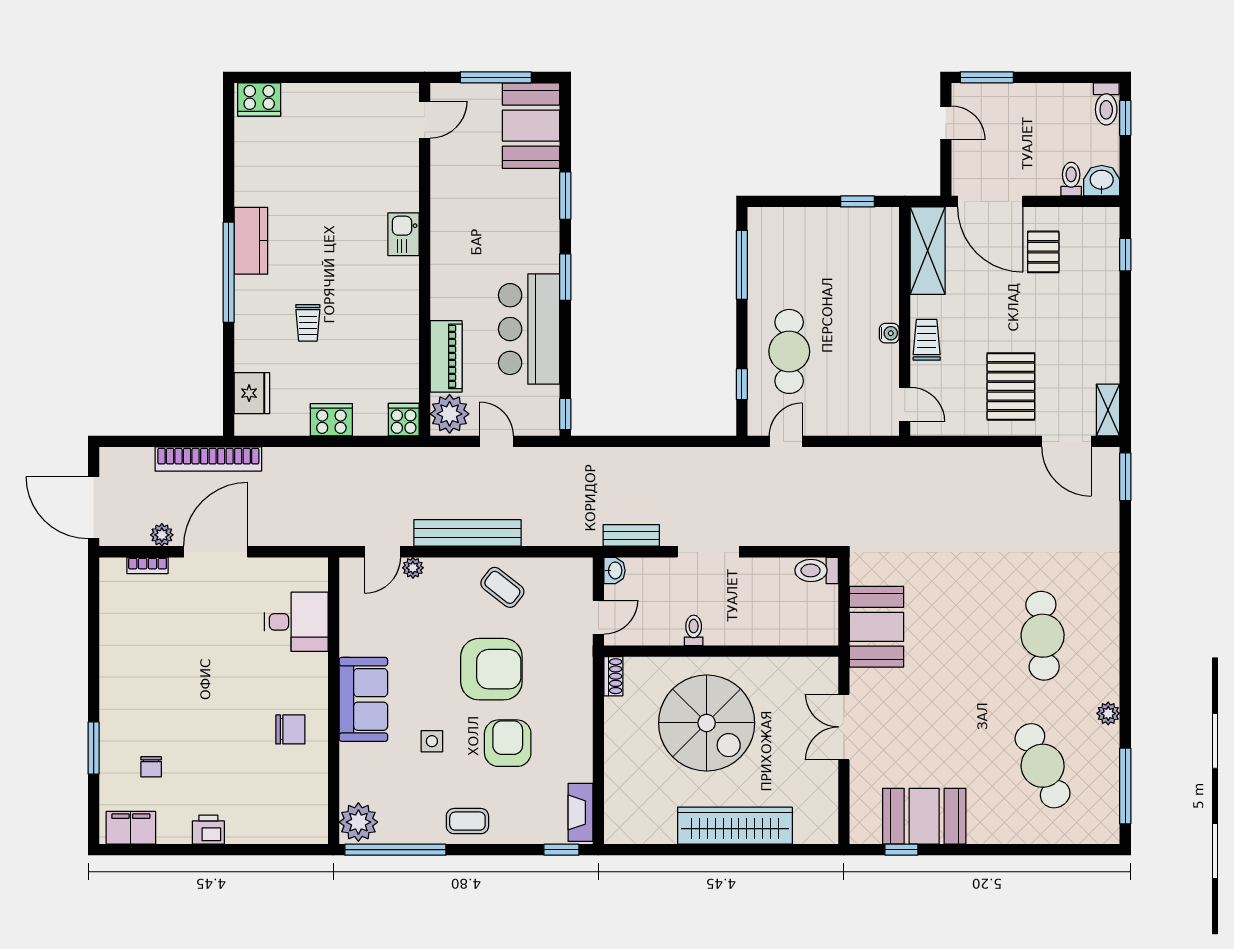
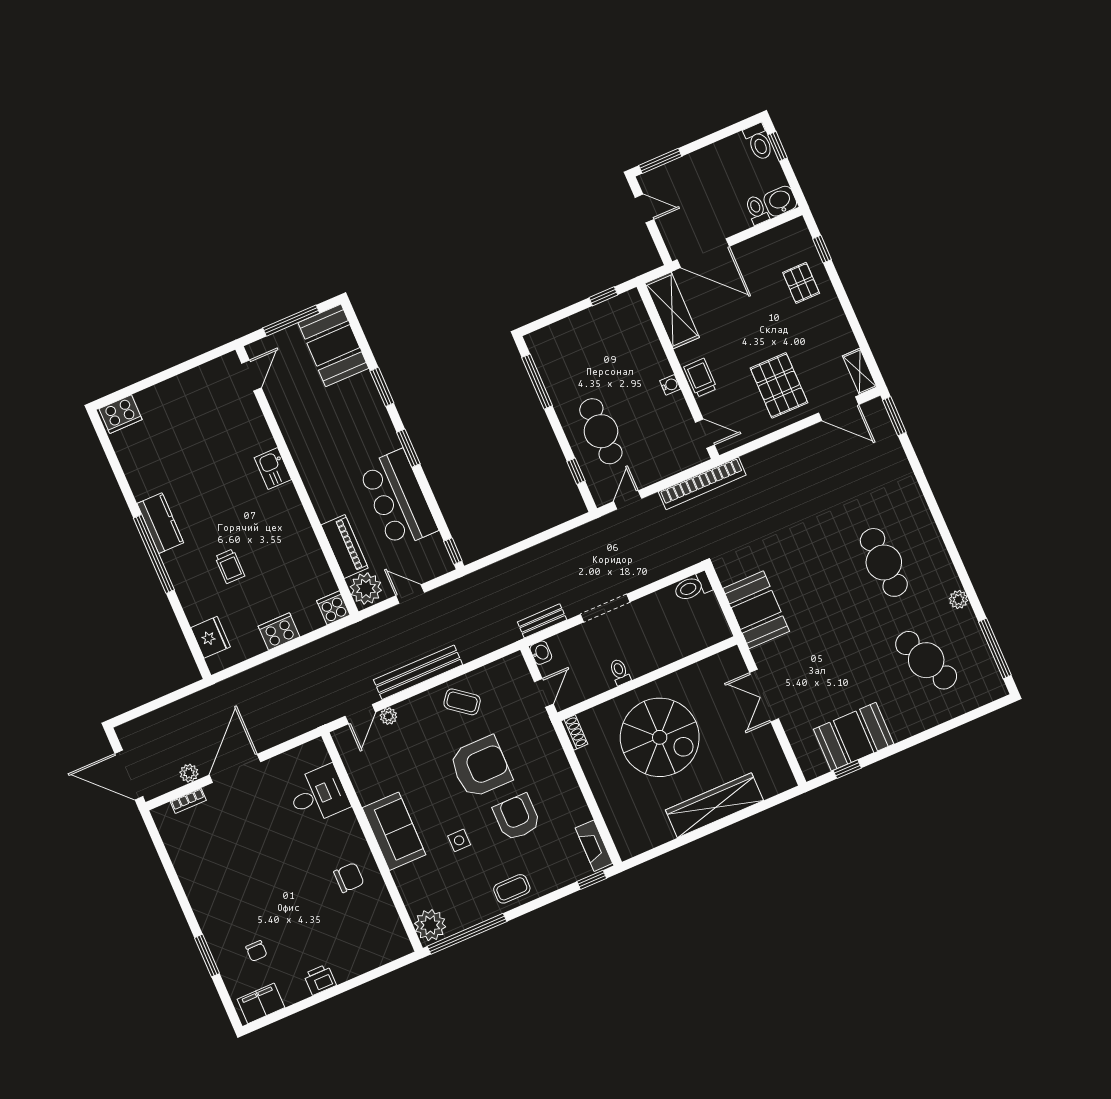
pallet: (1043, 252) -> (801, 283), moved
bookcase: (208, 459) -> (702, 483), moved

